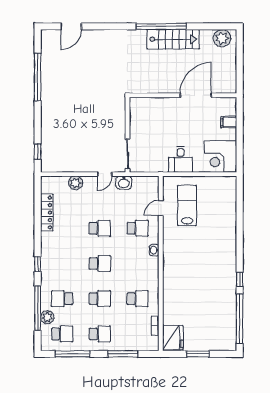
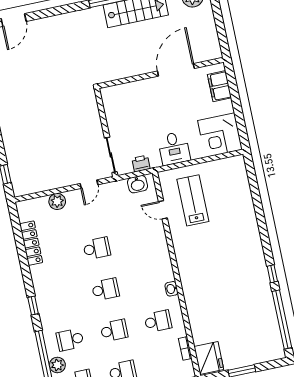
filing cabinet: (229, 122) -> (219, 86), width x2.00
printer: (151, 166) -> (141, 164), added
washbasin: (124, 183) -> (138, 184), moved
door: (161, 208) -> (163, 210), hinge flipped
school desk: (138, 228) -> (141, 239), removed
washbasin: (154, 250) -> (171, 289), moved

